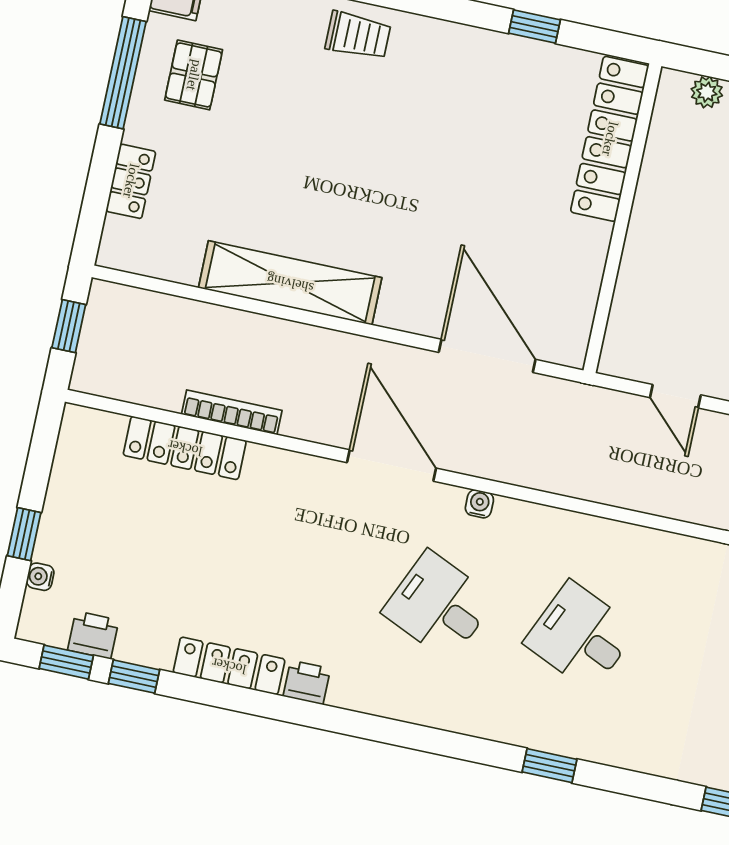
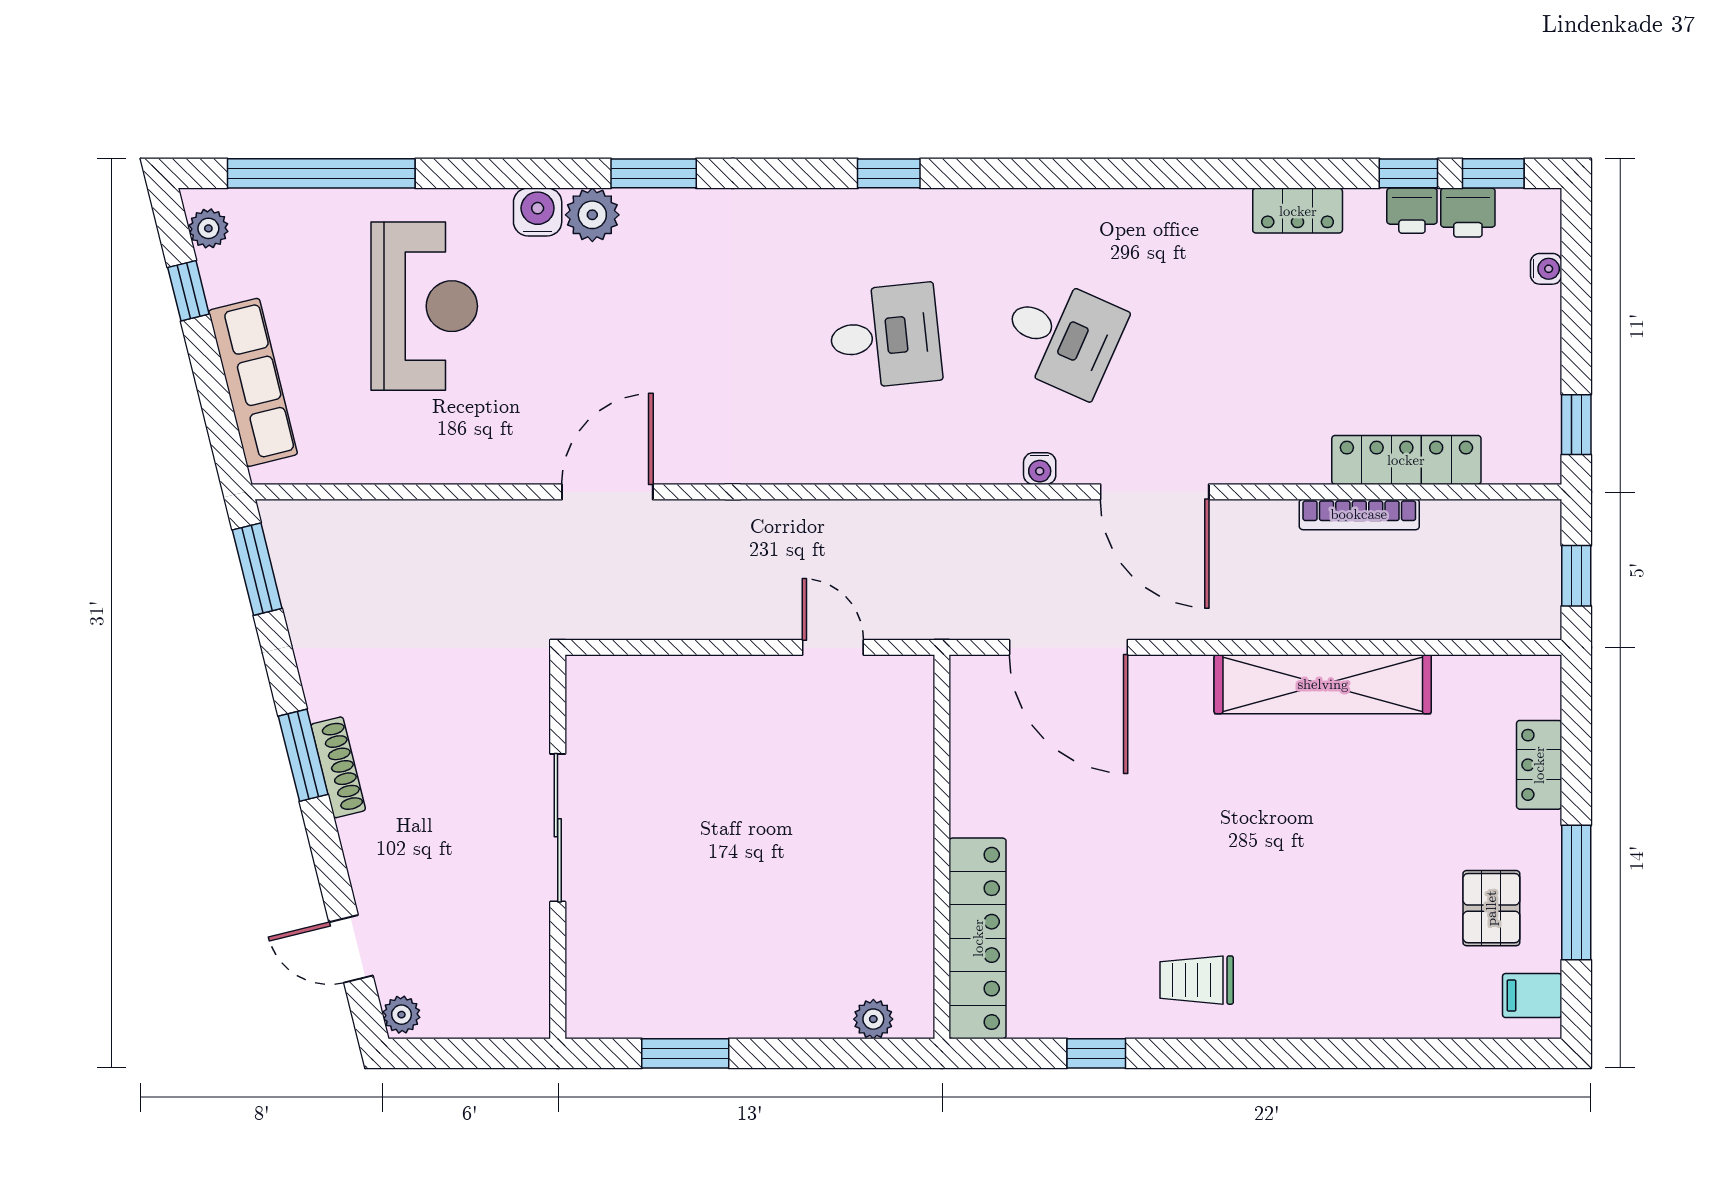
trolley: (358, 36) -> (1197, 980), moved
window: (24, 534) -> (1576, 425), moved
desk: (581, 636) -> (885, 336), turned -30
locker: (229, 666) -> (1298, 211), width x0.66
printer: (307, 682) -> (1412, 211), moved

